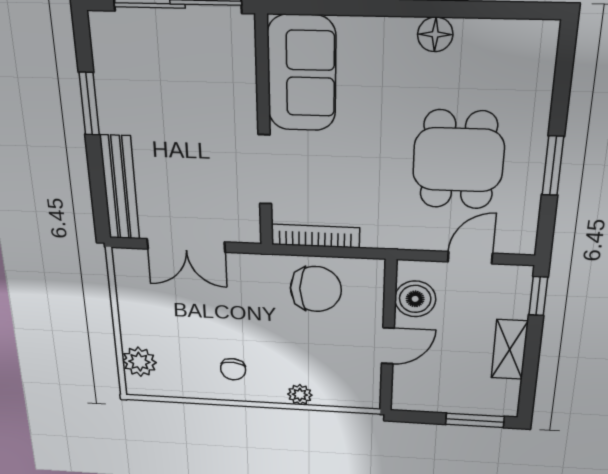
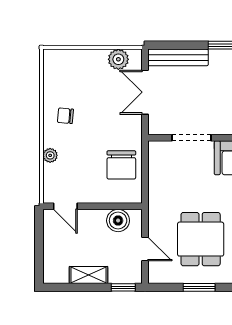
dining table: (458, 160) -> (201, 239), turned 90
bookcase: (315, 236) -> (154, 165), removed
door: (388, 346) -> (65, 206), moved
plant: (139, 362) -> (118, 59), moved
window: (475, 420) -> (39, 259), removed

